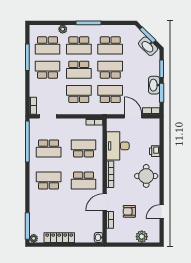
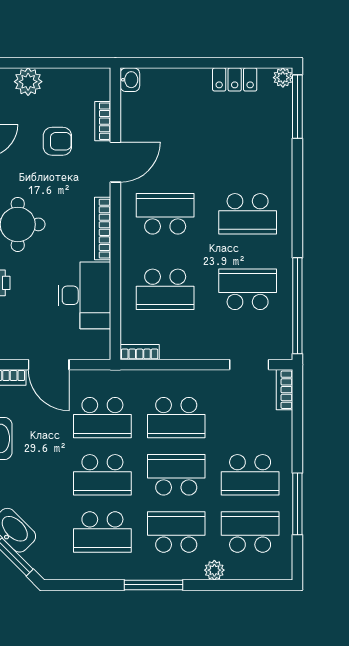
school desk: (110, 45) -> (102, 532), turned 180
locker: (59, 238) -> (235, 79), width x0.66

